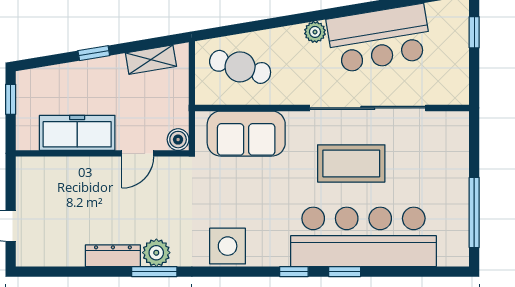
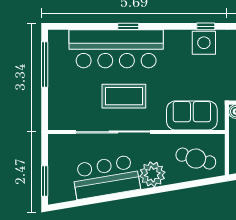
plant: (315, 32) -> (152, 174), width x1.88, depth x1.88
window: (474, 32) -> (45, 181), width x1.50
window: (294, 272) -> (206, 26), moved

